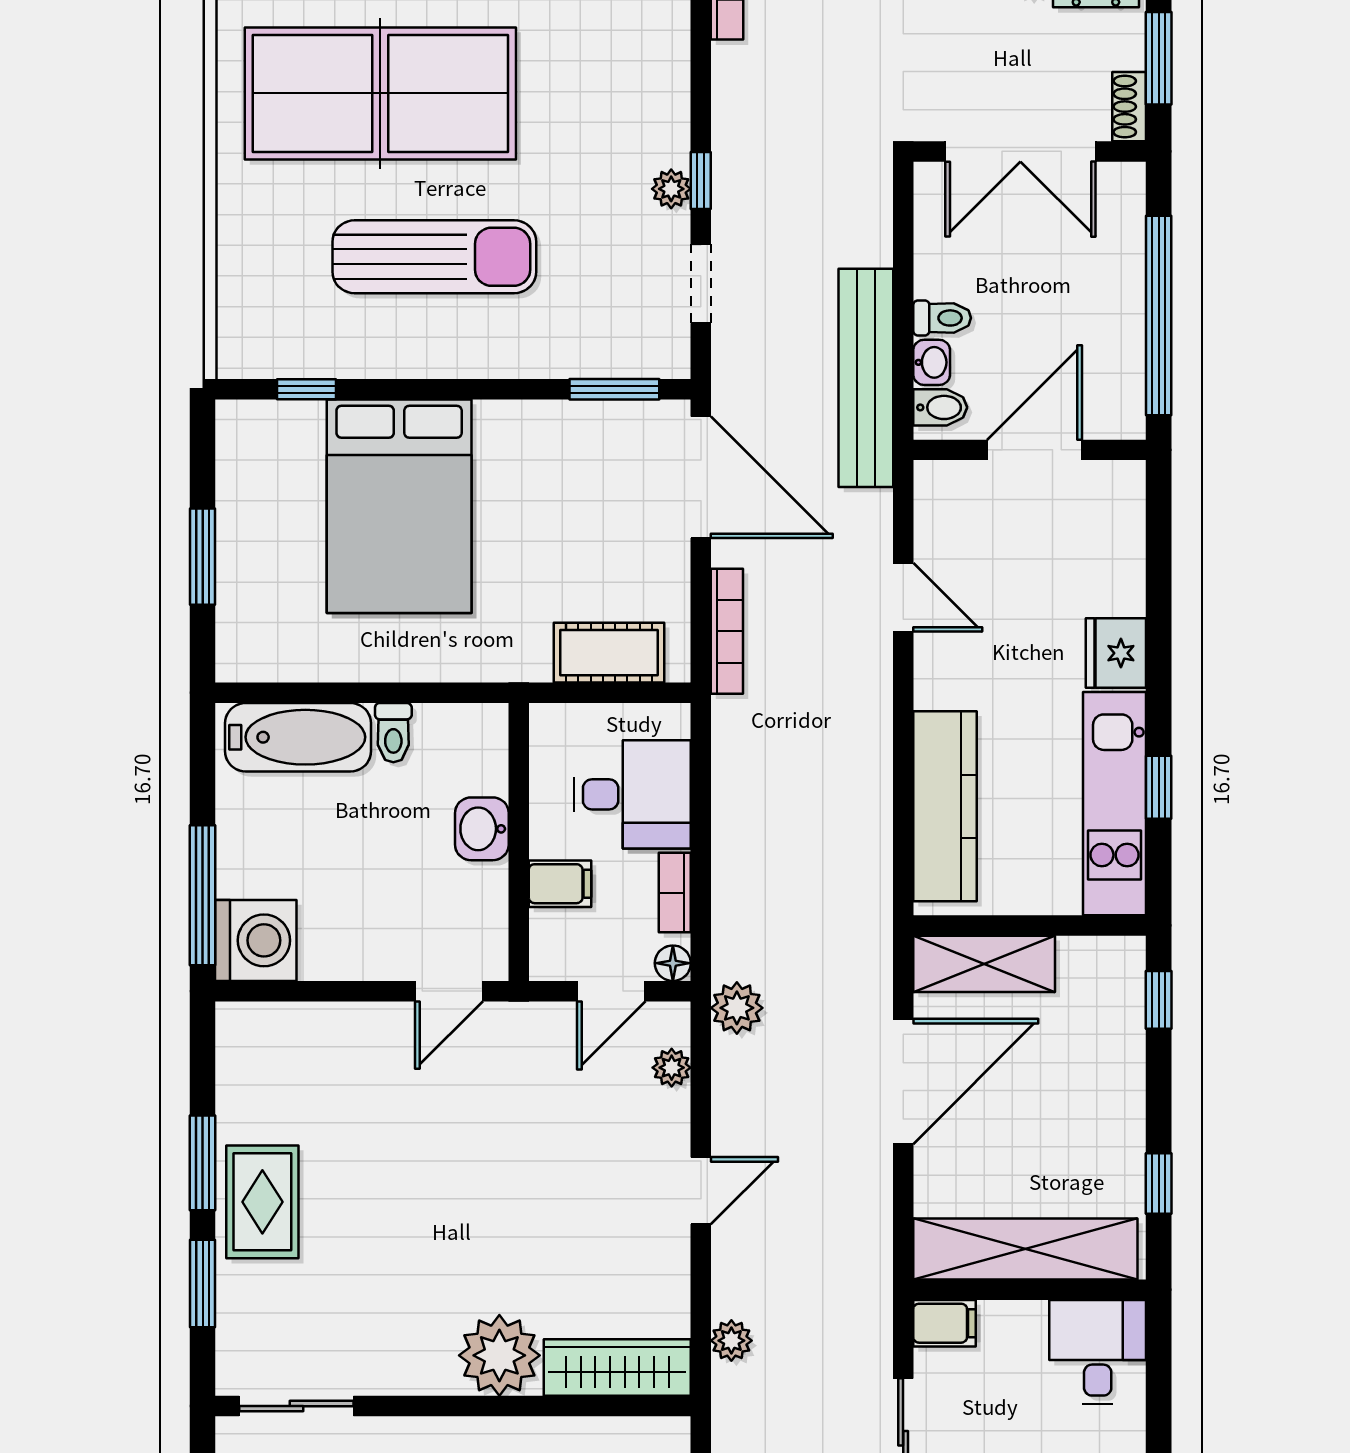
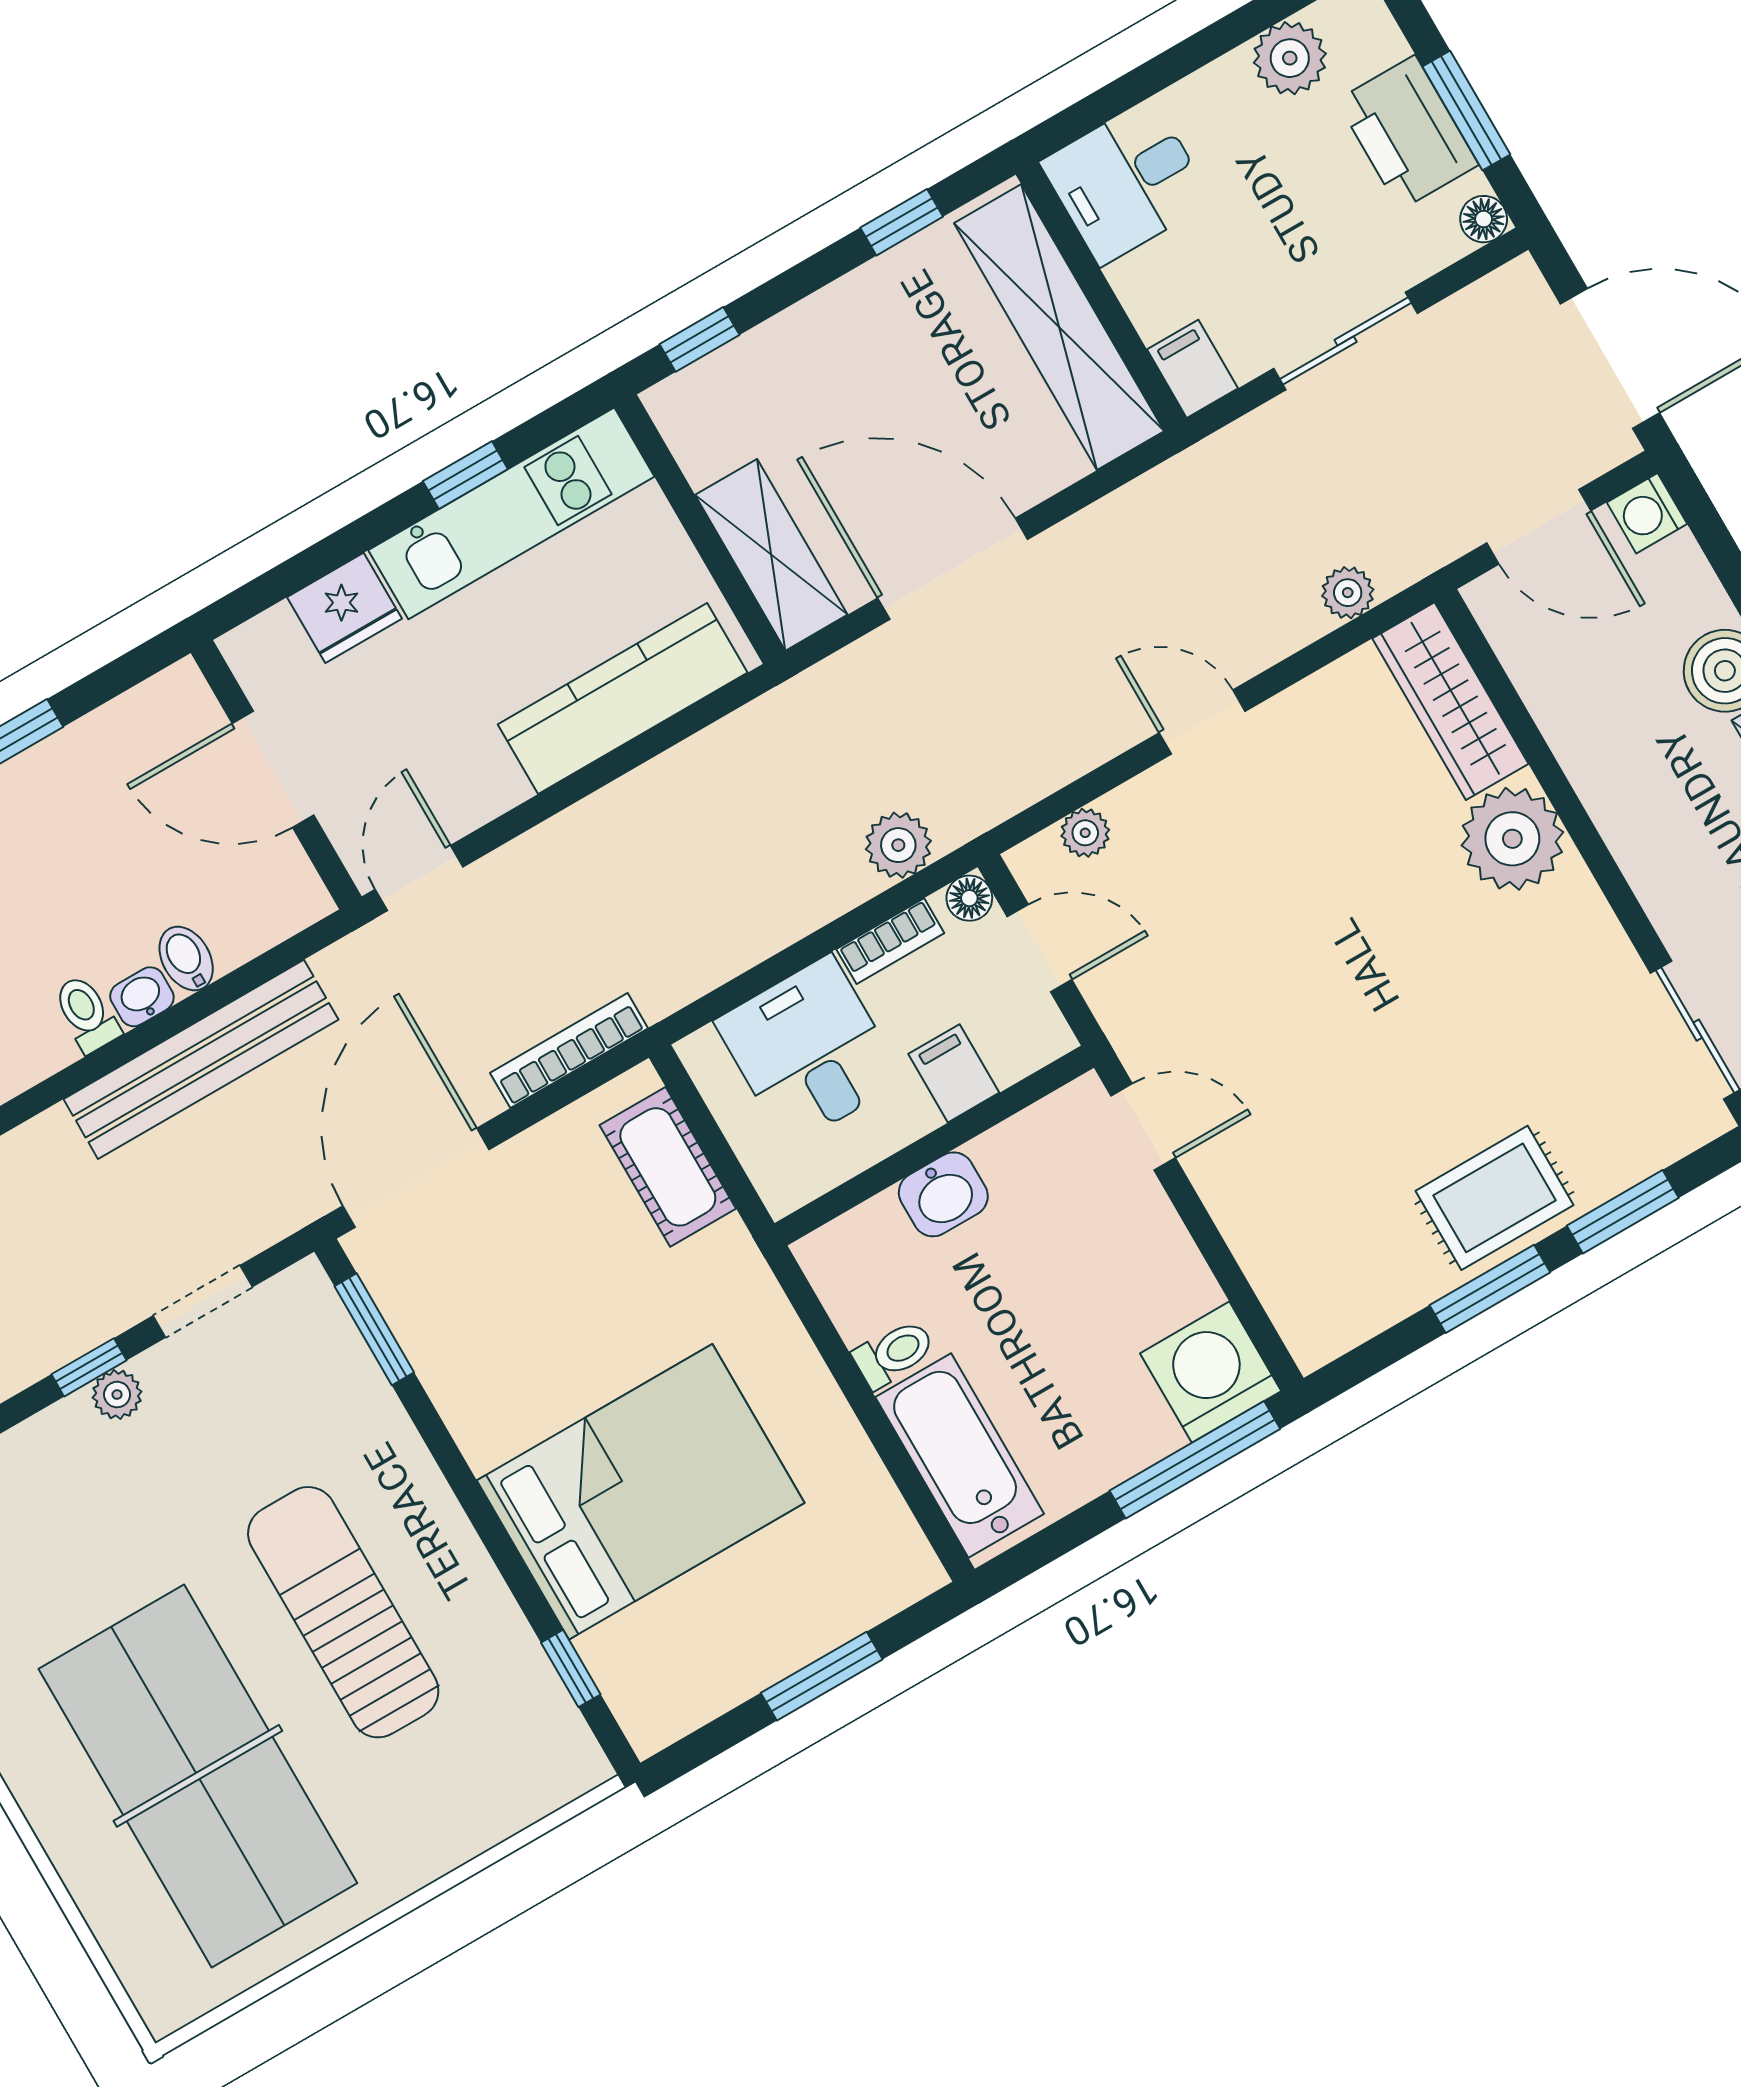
wall: (1030, 450) -> (276, 775), moved
door: (1035, 450) -> (273, 769), moved
plant: (737, 1008) -> (898, 845), moved

